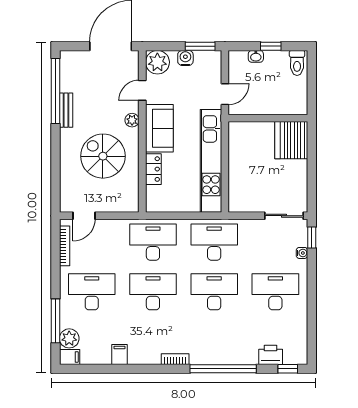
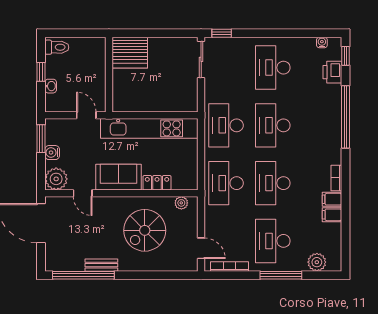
plant: (132, 120) -> (181, 203), moved
water cooler: (302, 253) -> (322, 43), moved
window: (55, 321) -> (281, 275), moved
filing cabinet: (70, 357) -> (332, 199), moved, turned -90
bookcase: (175, 359) -> (336, 178), moved

